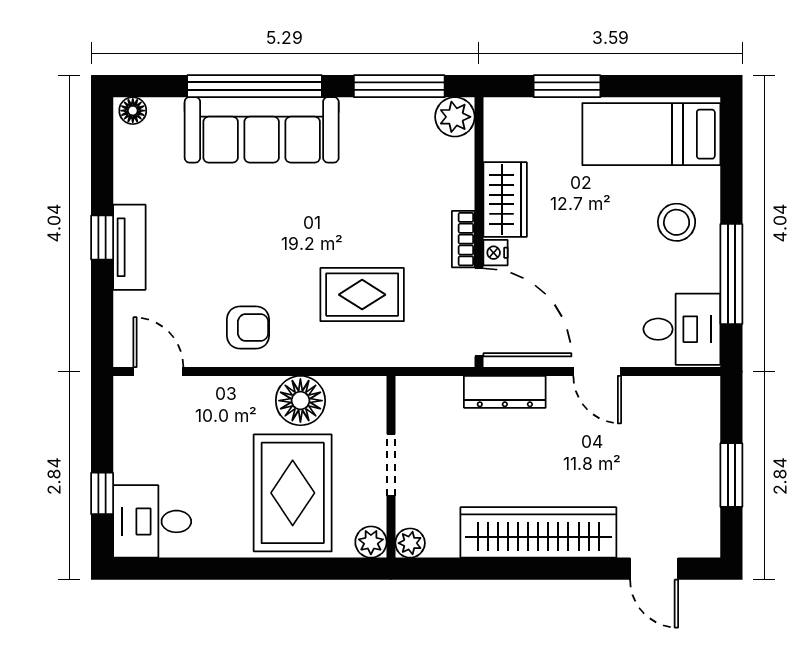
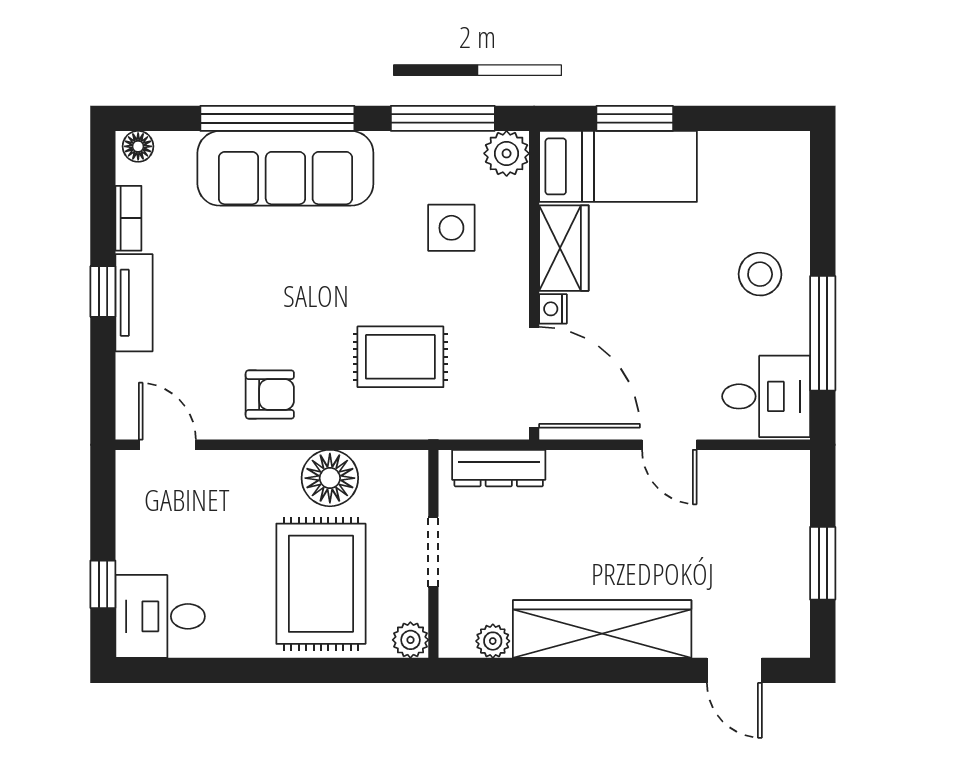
bed: (651, 134) -> (618, 166), moved, turned 180
side table: (407, 182) -> (451, 228), added
bookcase: (463, 239) -> (128, 218), moved, turned 180
dresser: (505, 392) -> (499, 468), moved
plant: (410, 543) -> (493, 641), moved

